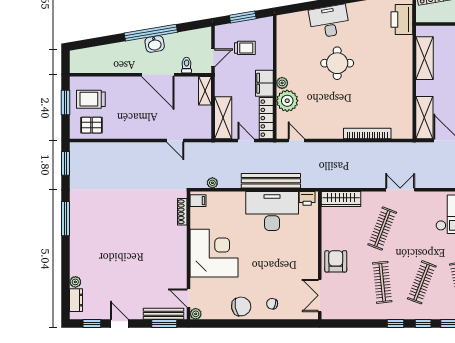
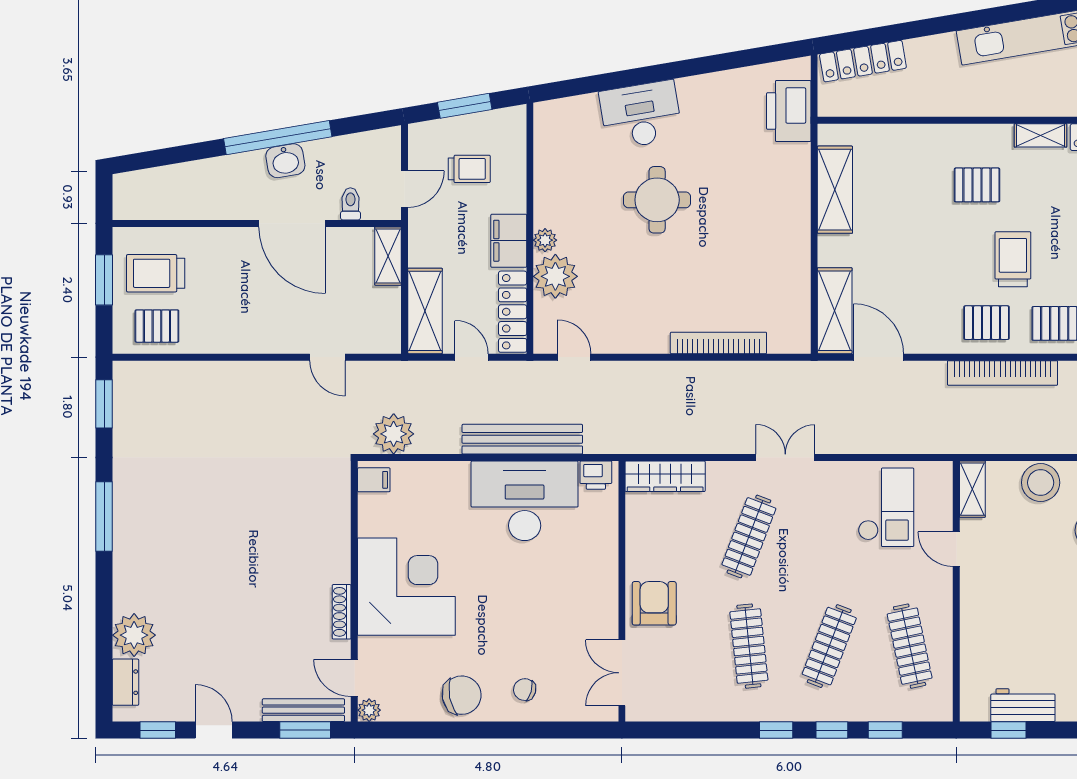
plant: (212, 183) -> (394, 434), width x1.87, depth x1.87
shoe rack: (182, 212) -> (342, 612), moved
plant: (75, 282) -> (134, 635), width x1.87, depth x1.87

